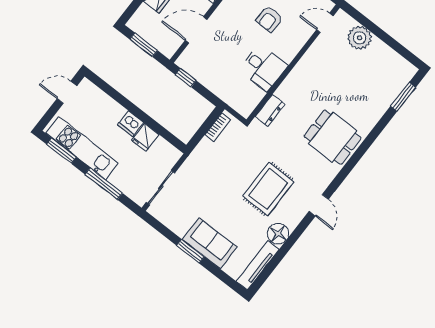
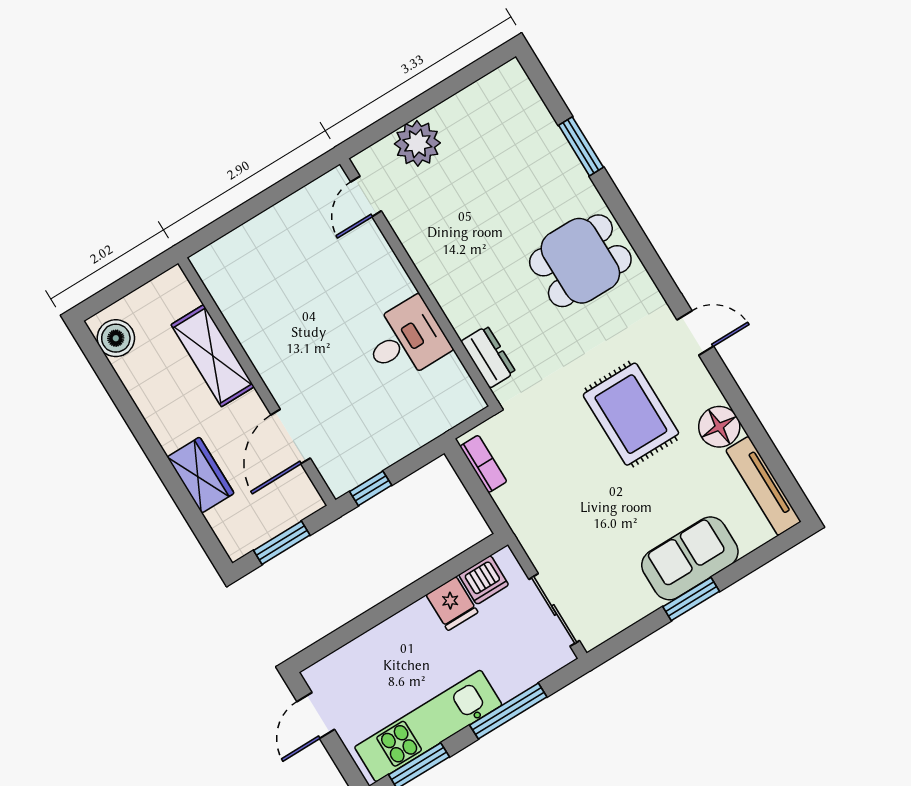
armchair: (269, 19) -> (321, 296), removed
window: (403, 97) -> (581, 146), moved
dishwasher: (130, 124) -> (484, 580), moved

